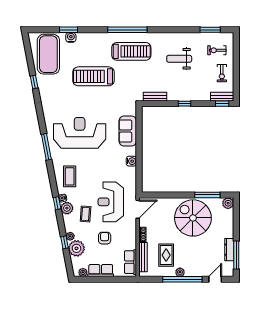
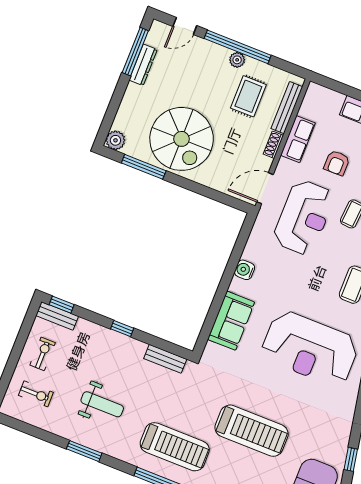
window: (210, 30) -> (84, 451), moved
treadmill: (131, 51) -> (175, 447), turned 180
row of seats: (131, 262) -> (298, 139), moved

